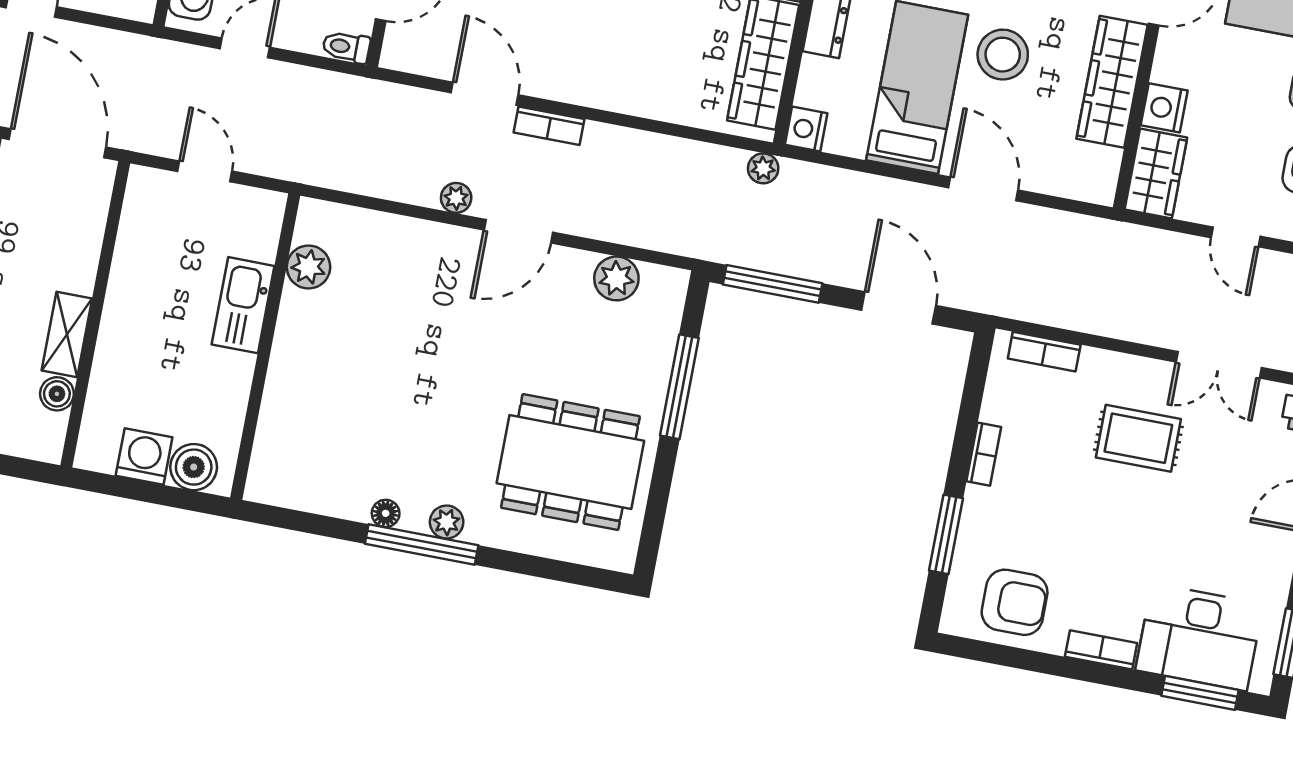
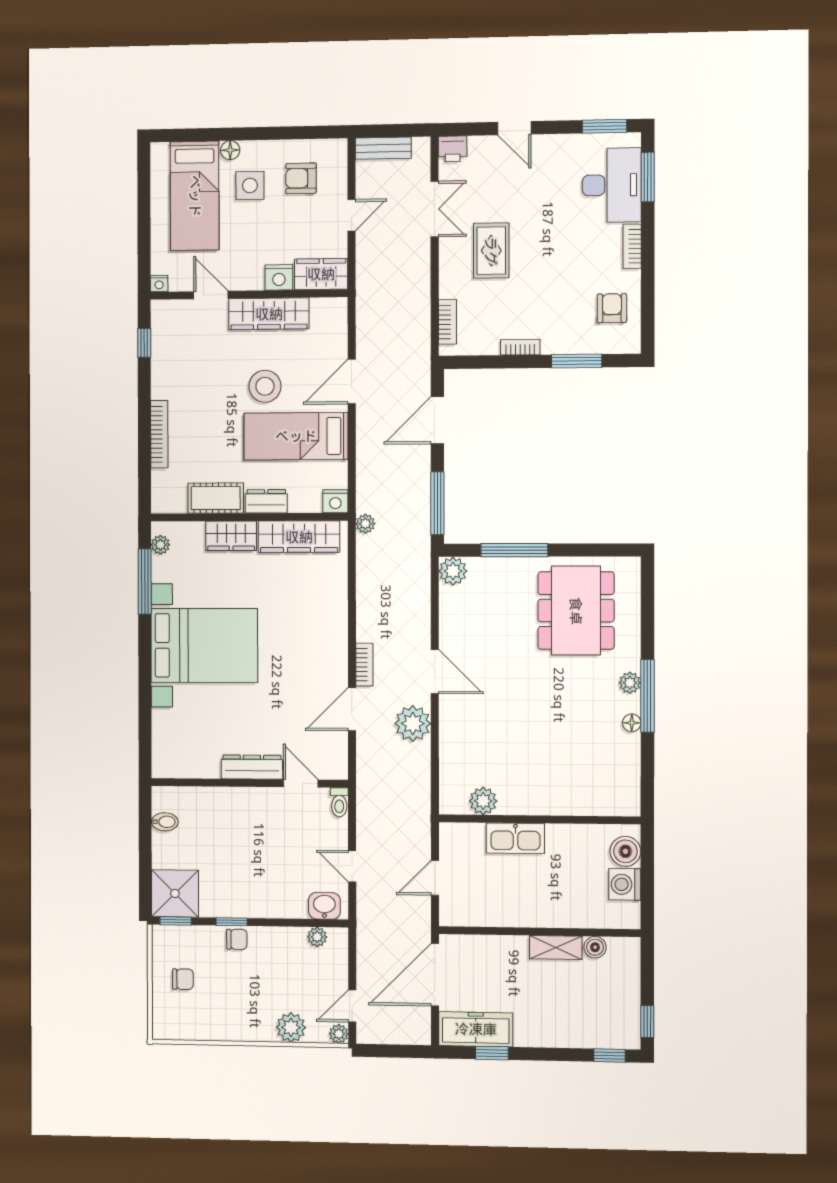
plant: (456, 198) -> (413, 723), width x1.87, depth x1.87
plant: (616, 278) -> (453, 571), moved
armchair: (1015, 602) -> (612, 308), width x0.72, depth x0.72

